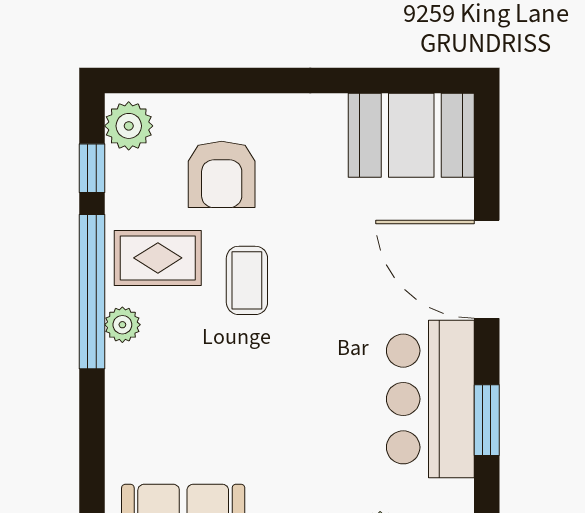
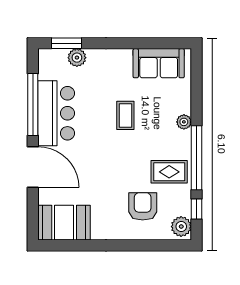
coffee table: (247, 280) -> (125, 115), moved
plant: (122, 325) -> (184, 122), moved
window: (487, 420) -> (33, 104), width x2.11

